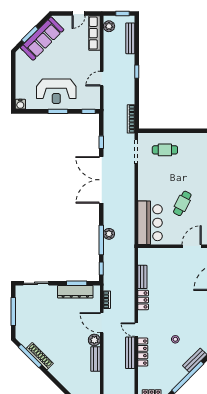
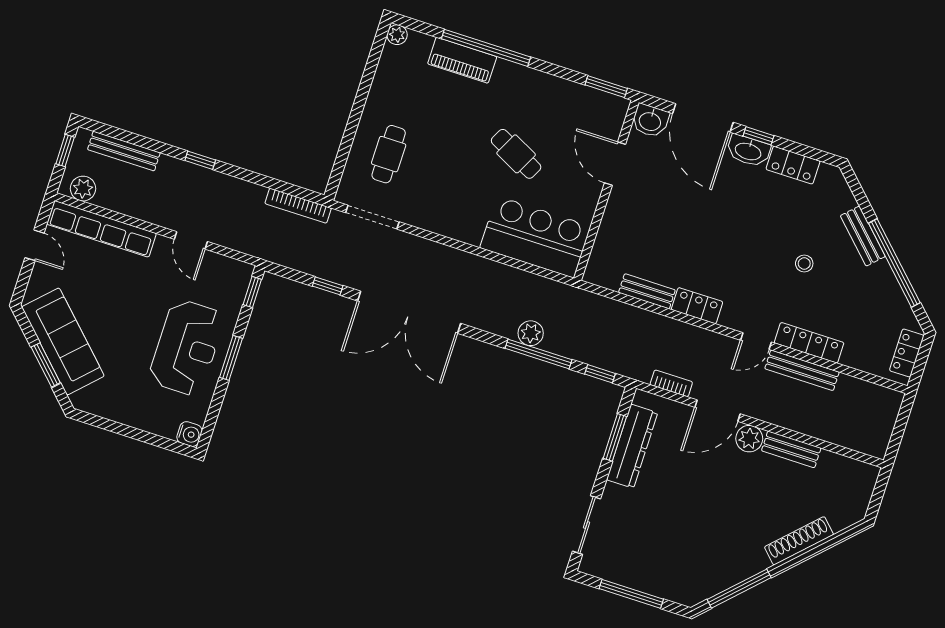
row of seats: (95, 33) -> (101, 229), width x1.36
shoe rack: (40, 356) -> (799, 541), moved

